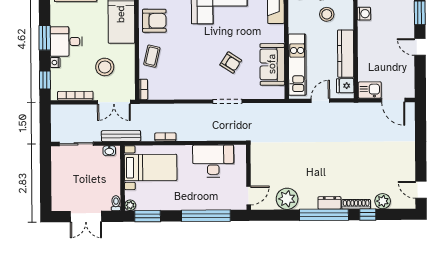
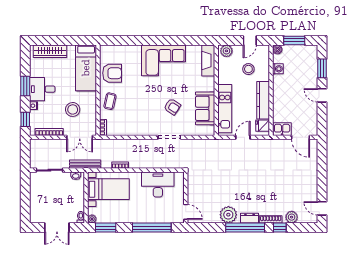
door: (249, 196) -> (186, 212), hinge flipped
plant: (287, 199) -> (228, 215), moved

